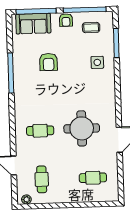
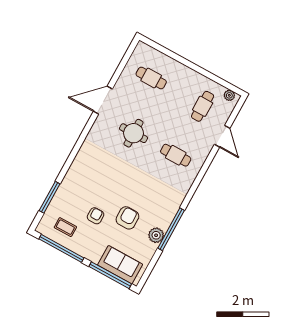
armchair: (66, 20) -> (96, 216), moved
plant: (19, 62) -> (156, 235), added
side table: (97, 62) -> (80, 189), removed
round table: (82, 128) -> (133, 133), width x0.73, depth x0.73

